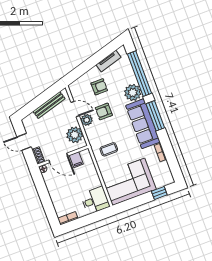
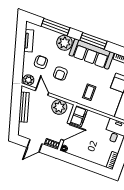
window: (140, 74) -> (56, 27), width x0.68
door: (75, 109) -> (42, 92), hinge flipped
plant: (87, 120) -> (28, 80), moved
filing cabinet: (76, 160) -> (79, 116), width x2.00

